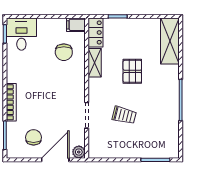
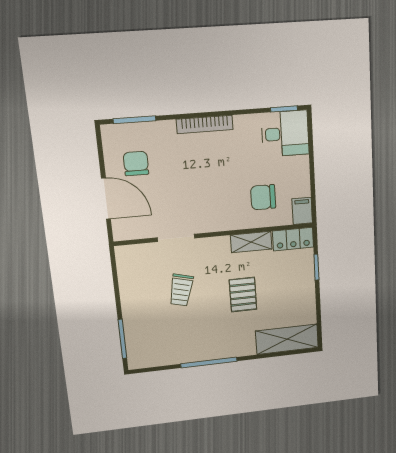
pallet: (132, 71) -> (243, 295), turned 90
bookcase: (11, 102) -> (205, 124), moved
chair: (34, 137) -> (136, 163), turned -90
plant: (79, 152) -> (121, 232), removed

